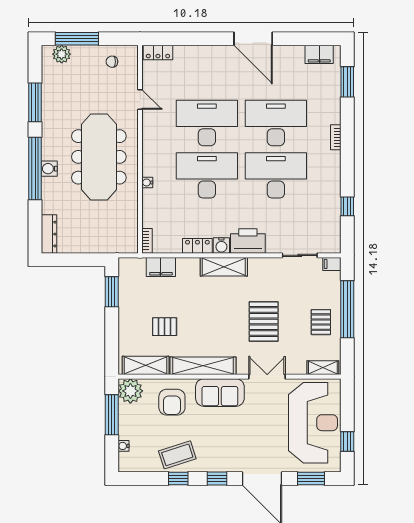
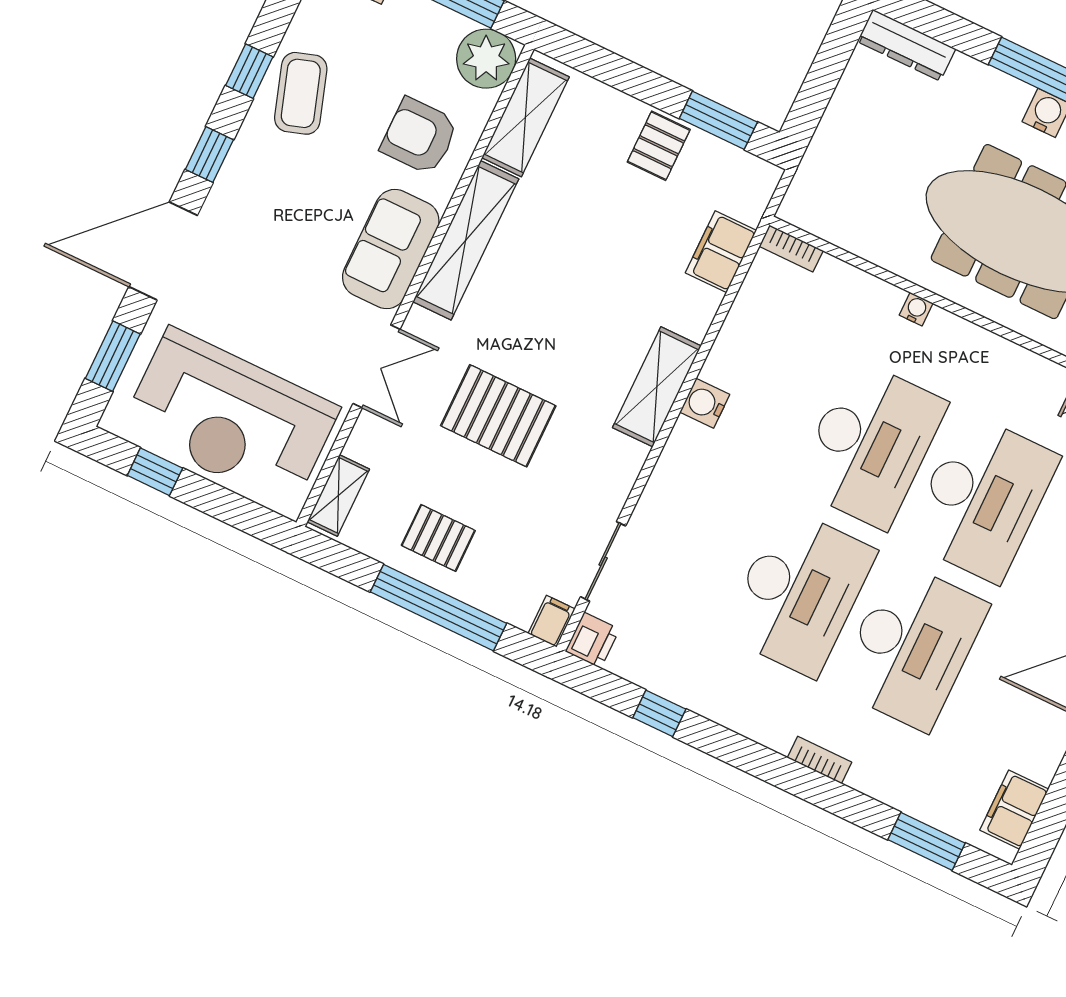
printer: (248, 241) -> (592, 640), moved, width x0.53, depth x0.68
locker: (197, 246) -> (728, 351), removed
pallet: (165, 327) -> (659, 146), moved

